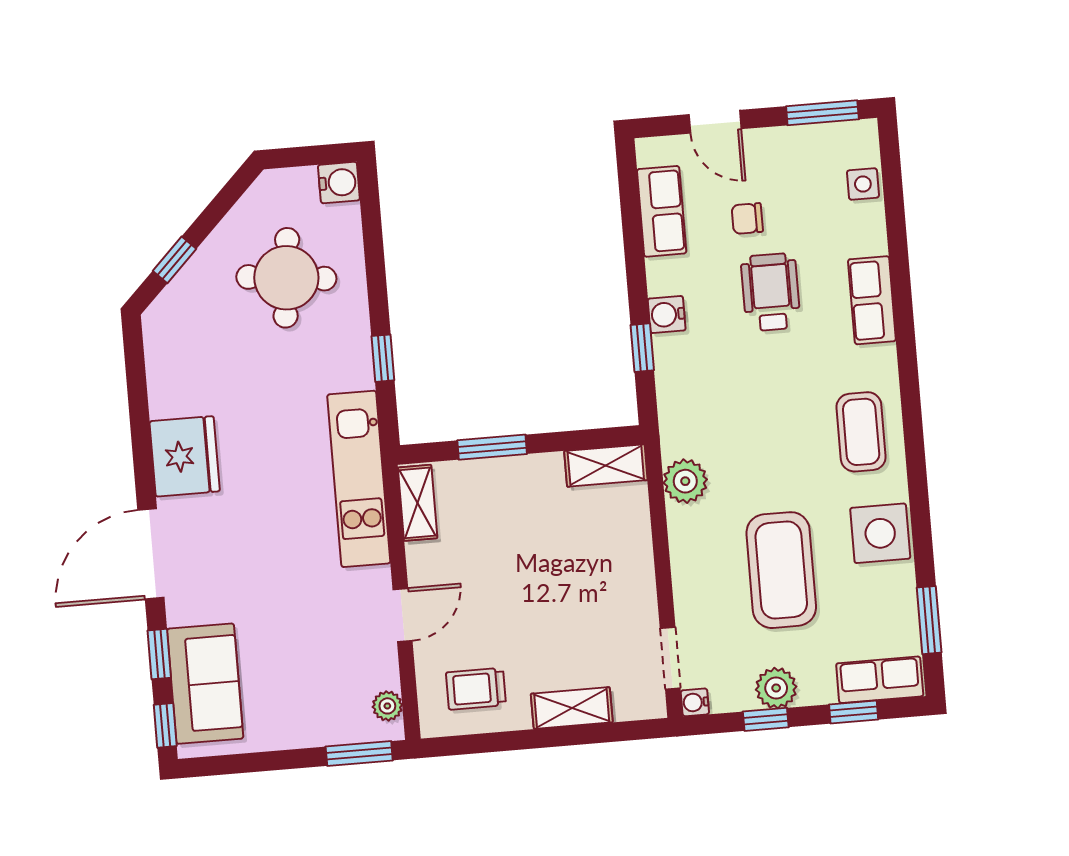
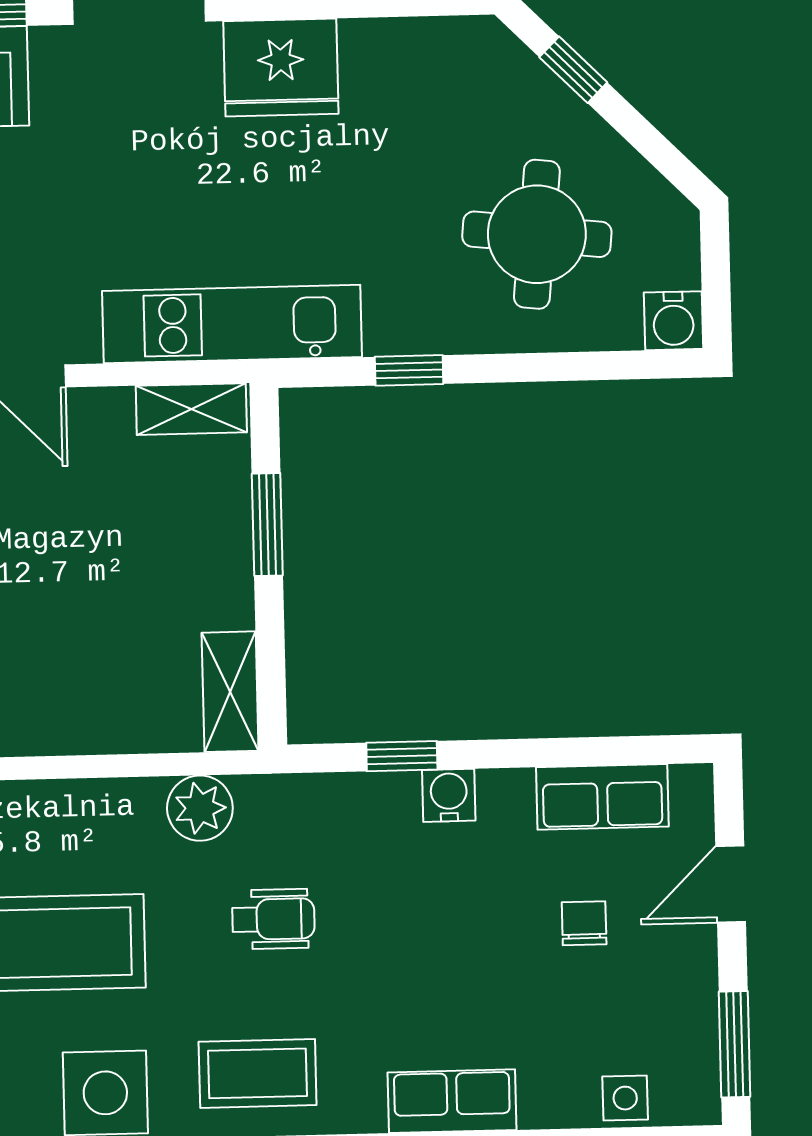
wheelchair: (771, 292) -> (273, 919), moved, width x0.73, depth x0.73

